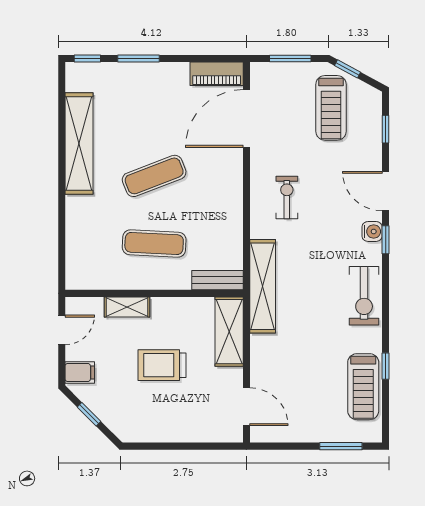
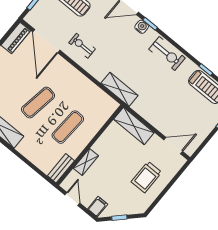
exercise mat: (154, 176) -> (38, 103), turned 30
exercise bike: (287, 198) -> (82, 46), moved
bench: (217, 280) -> (61, 168), moved
shelving: (263, 286) -> (119, 89), width x0.68
trolley: (162, 365) -> (146, 177), moved

